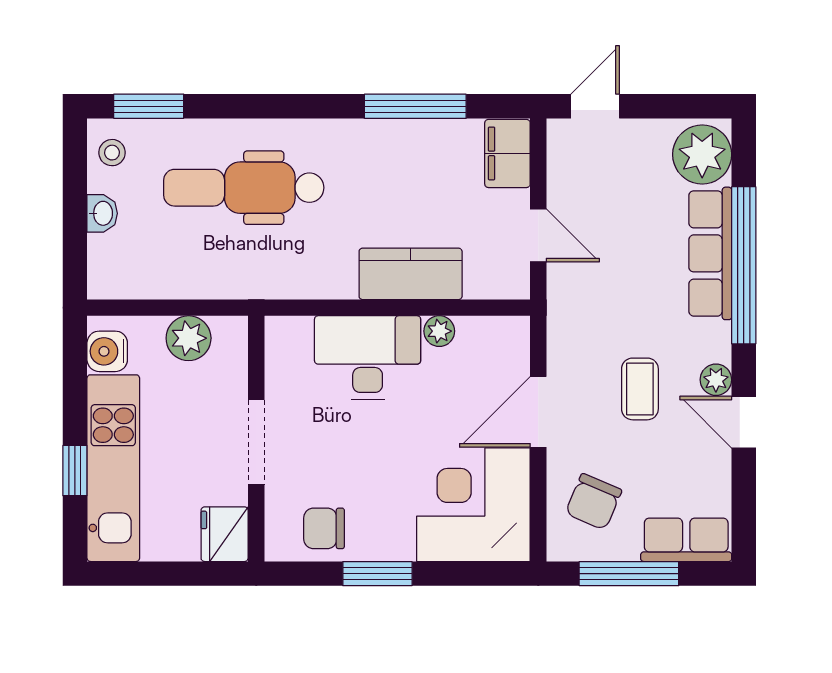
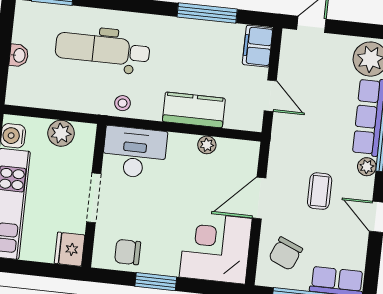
stool: (112, 153) -> (123, 103), moved
desk: (368, 357) -> (135, 153), moved
plant: (716, 380) -> (367, 167), moved

